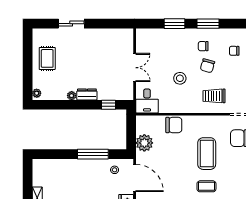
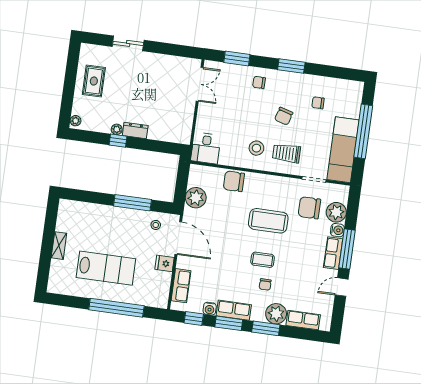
window: (174, 24) -> (237, 58), moved
chair: (203, 46) -> (259, 82), moved
double door: (135, 68) -> (200, 84), moved
stool: (180, 78) -> (256, 148), moved
window: (109, 105) -> (118, 141), moved
chair: (174, 125) -> (234, 181), turned 180
coffee table: (207, 154) -> (268, 221), turned 90

